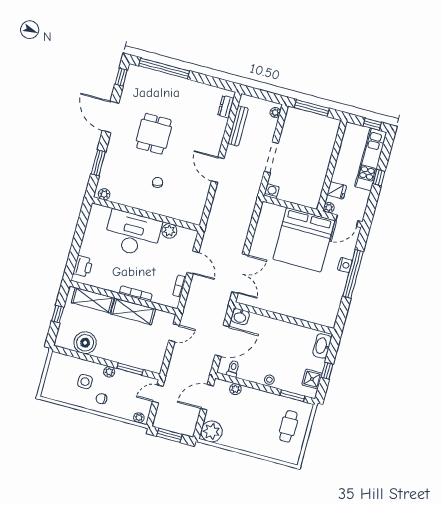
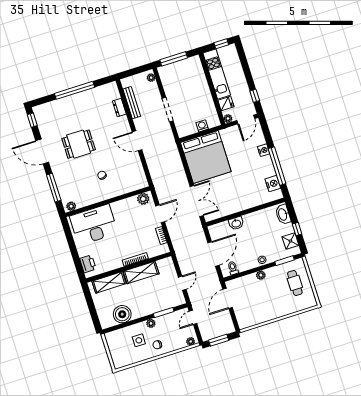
window: (164, 68) -> (74, 90), moved
dresser: (226, 107) -> (119, 108), moved
dining table: (154, 134) -> (79, 144), turned 90
kitchen unit: (371, 159) -> (217, 74), moved, turned 180
window: (98, 163) -> (54, 188), width x1.44
window: (379, 177) -> (255, 96), moved
washing machine: (272, 191) -> (202, 126), moved
plant: (169, 231) -> (143, 199), moved
desk: (133, 234) -> (94, 225), moved
bed: (304, 240) -> (206, 157), moved
door: (193, 262) -> (160, 214), hinge flipped
window: (353, 274) -> (277, 166), moved
nightstand: (332, 307) -> (273, 184), added
window: (58, 314) -> (91, 307), removed
washbasin: (240, 317) -> (236, 223), moved
door: (174, 333) -> (182, 283), moved
plant: (235, 389) -> (261, 275), moved
plant: (212, 431) -> (245, 320), removed

